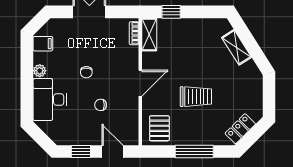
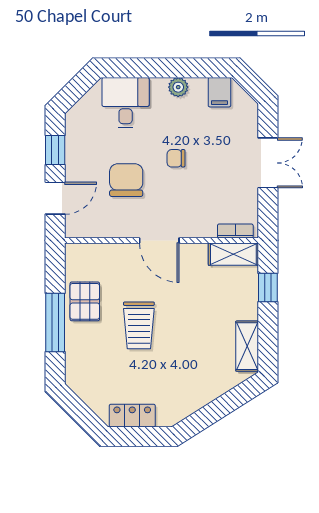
shelving: (237, 47) -> (247, 346), moved, turned -58
desk: (50, 100) -> (126, 103), width x0.73
chair: (101, 105) -> (126, 180), width x1.87, depth x1.87
pallet: (159, 128) -> (85, 301), moved, turned 90
locker: (240, 129) -> (132, 416), moved, turned -45

